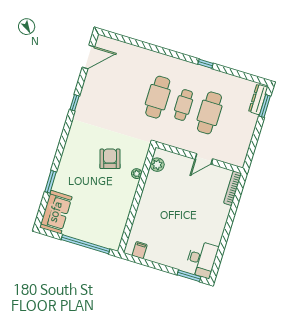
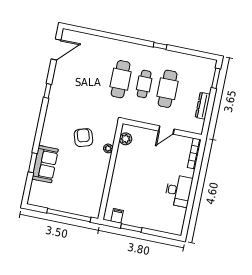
dresser: (258, 99) -> (203, 106), moved
sofa: (56, 212) -> (45, 164), moved
desk: (202, 259) -> (178, 191), moved
window: (189, 276) -> (131, 228), moved

